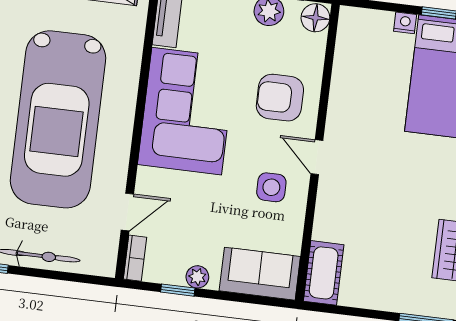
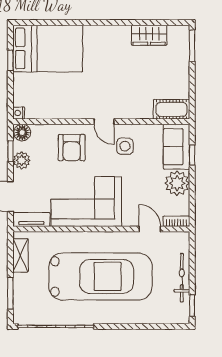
nightstand: (405, 23) -> (19, 113), moved
door: (317, 157) -> (104, 122), hinge flipped
plant: (197, 277) -> (177, 183), width x1.87, depth x1.87
window: (178, 290) -> (192, 155), moved

